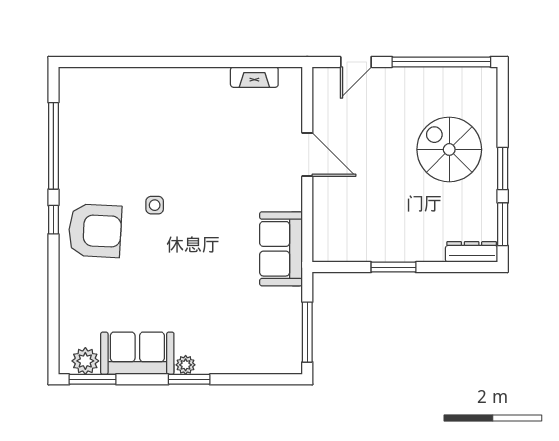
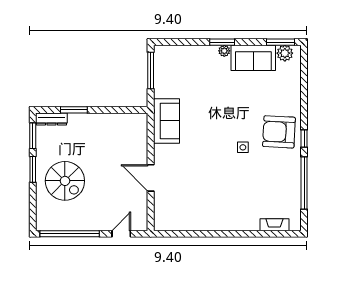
fireplace: (254, 77) -> (274, 225), moved
window: (393, 267) -> (74, 110), moved

